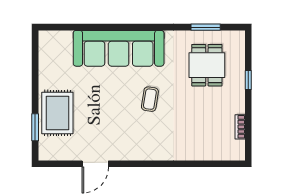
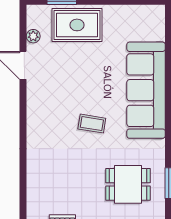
plant: (68, 154) -> (33, 36), added

